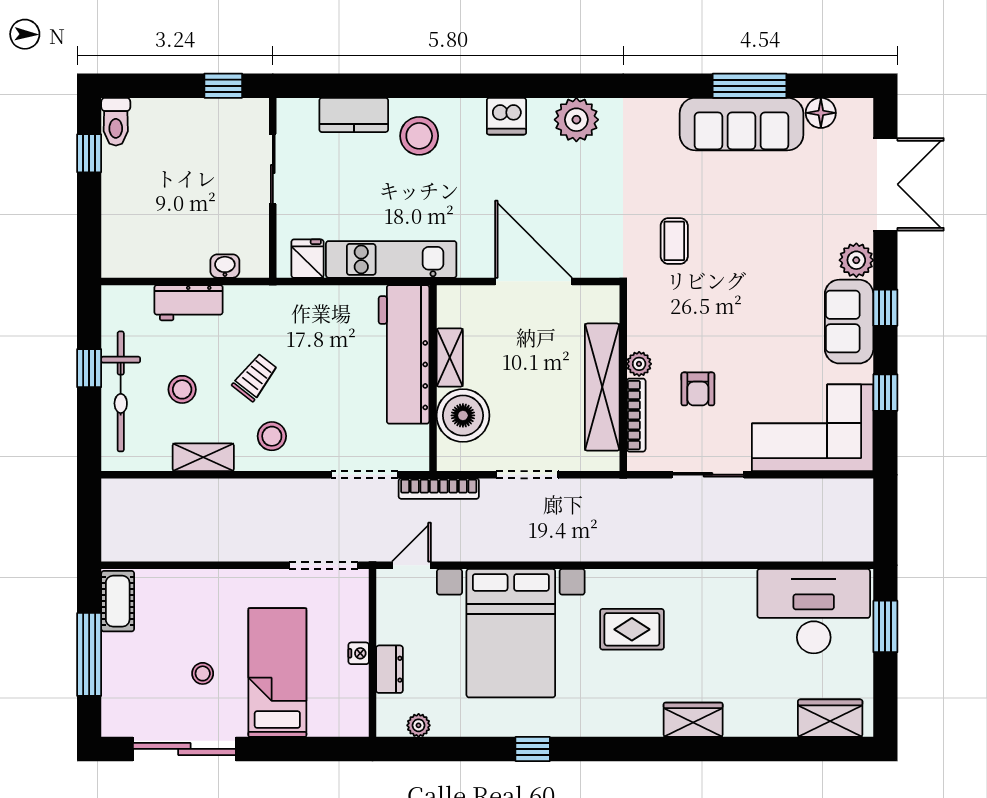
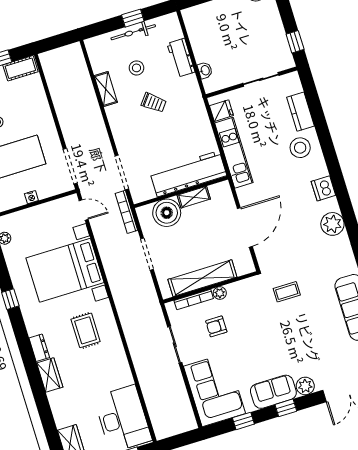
bicycle: (121, 391) -> (133, 32), width x0.73, depth x0.71
stool: (272, 436) -> (127, 120), removed
dresser: (389, 669) -> (39, 348), moved, turned -90

